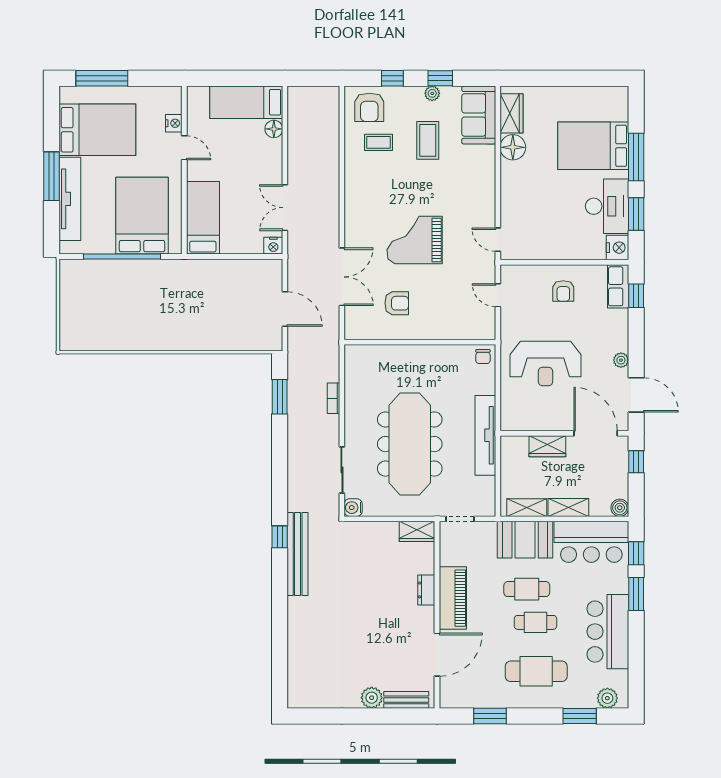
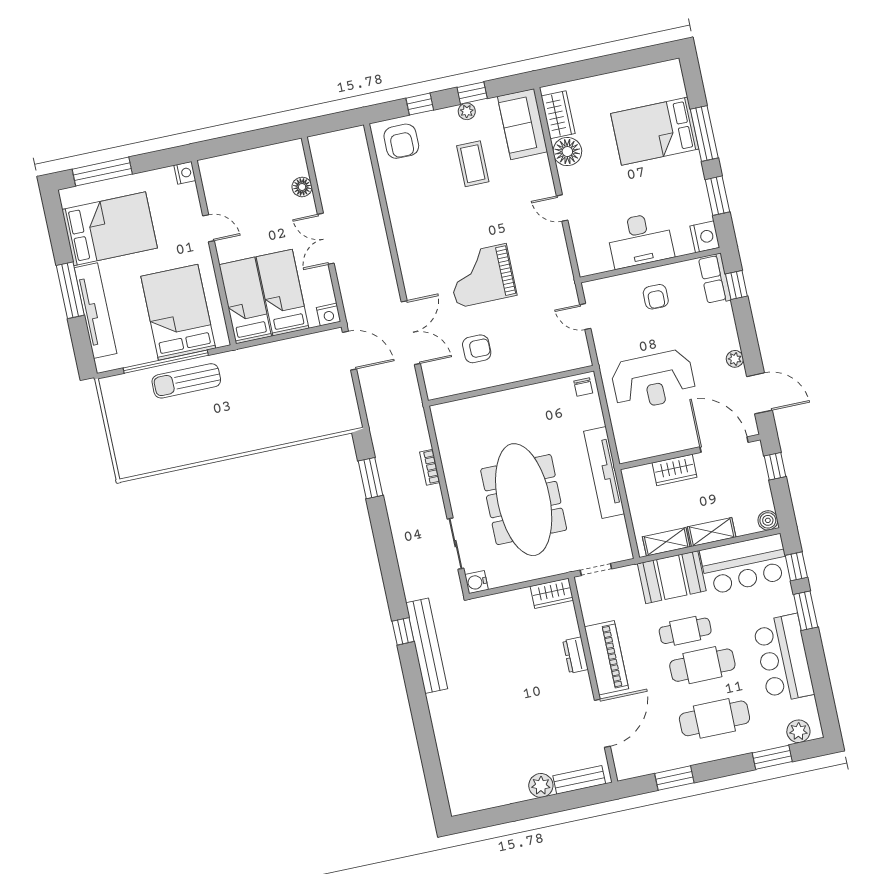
bed: (246, 102) -> (283, 293), moved, turned 90
nightstand: (174, 123) -> (185, 173), moved
coffee table: (379, 142) -> (419, 177), removed
desk: (607, 206) -> (640, 240), moved, turned 90
double door: (285, 208) -> (326, 239), moved
door: (498, 240) -> (562, 208), moved
sun lounger: (136, 277) -> (186, 381), added
door: (285, 309) -> (349, 351), moved
cafe table: (535, 622) -> (702, 665), width x1.37, depth x1.35

